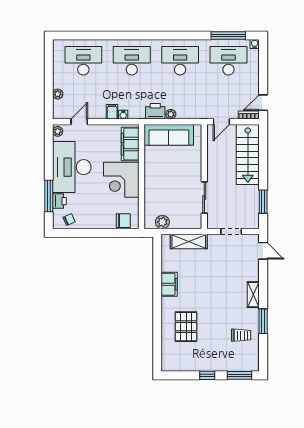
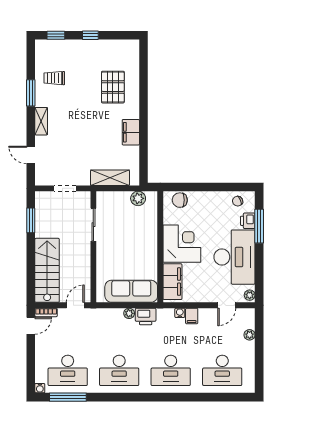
door: (263, 251) -> (31, 155), moved
window: (239, 375) -> (56, 35), width x0.67

